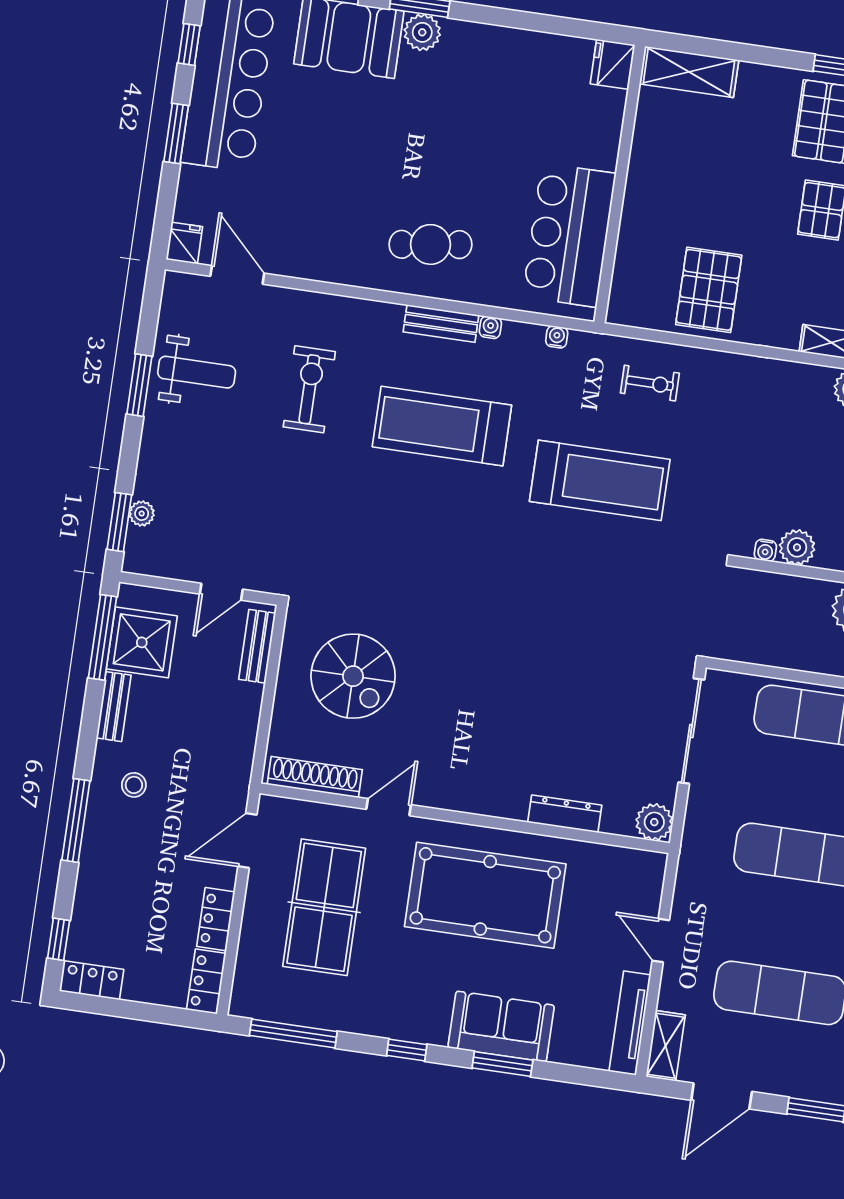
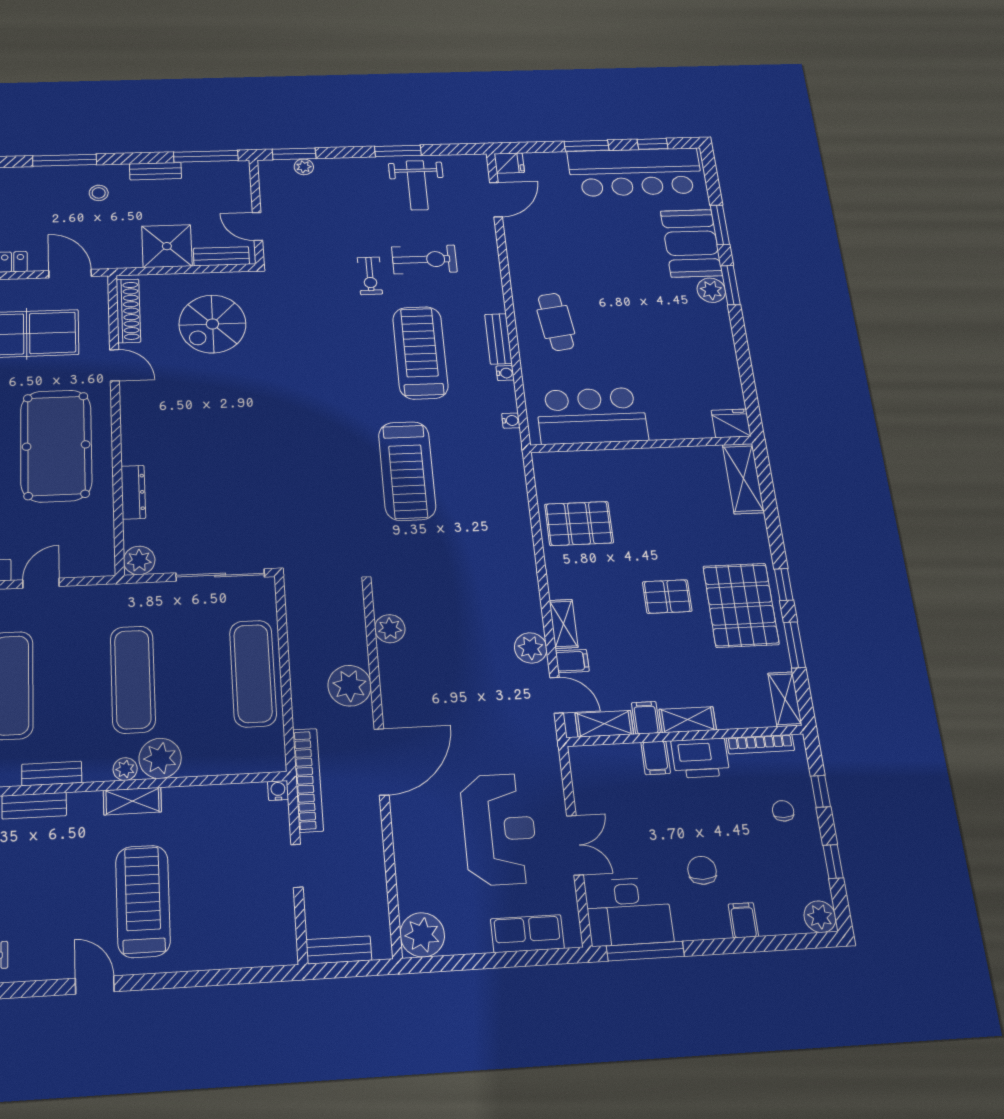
exercise bike: (650, 383) -> (370, 276), moved
water cooler: (765, 550) -> (382, 605), removed
shower: (142, 642) -> (167, 246), moved

